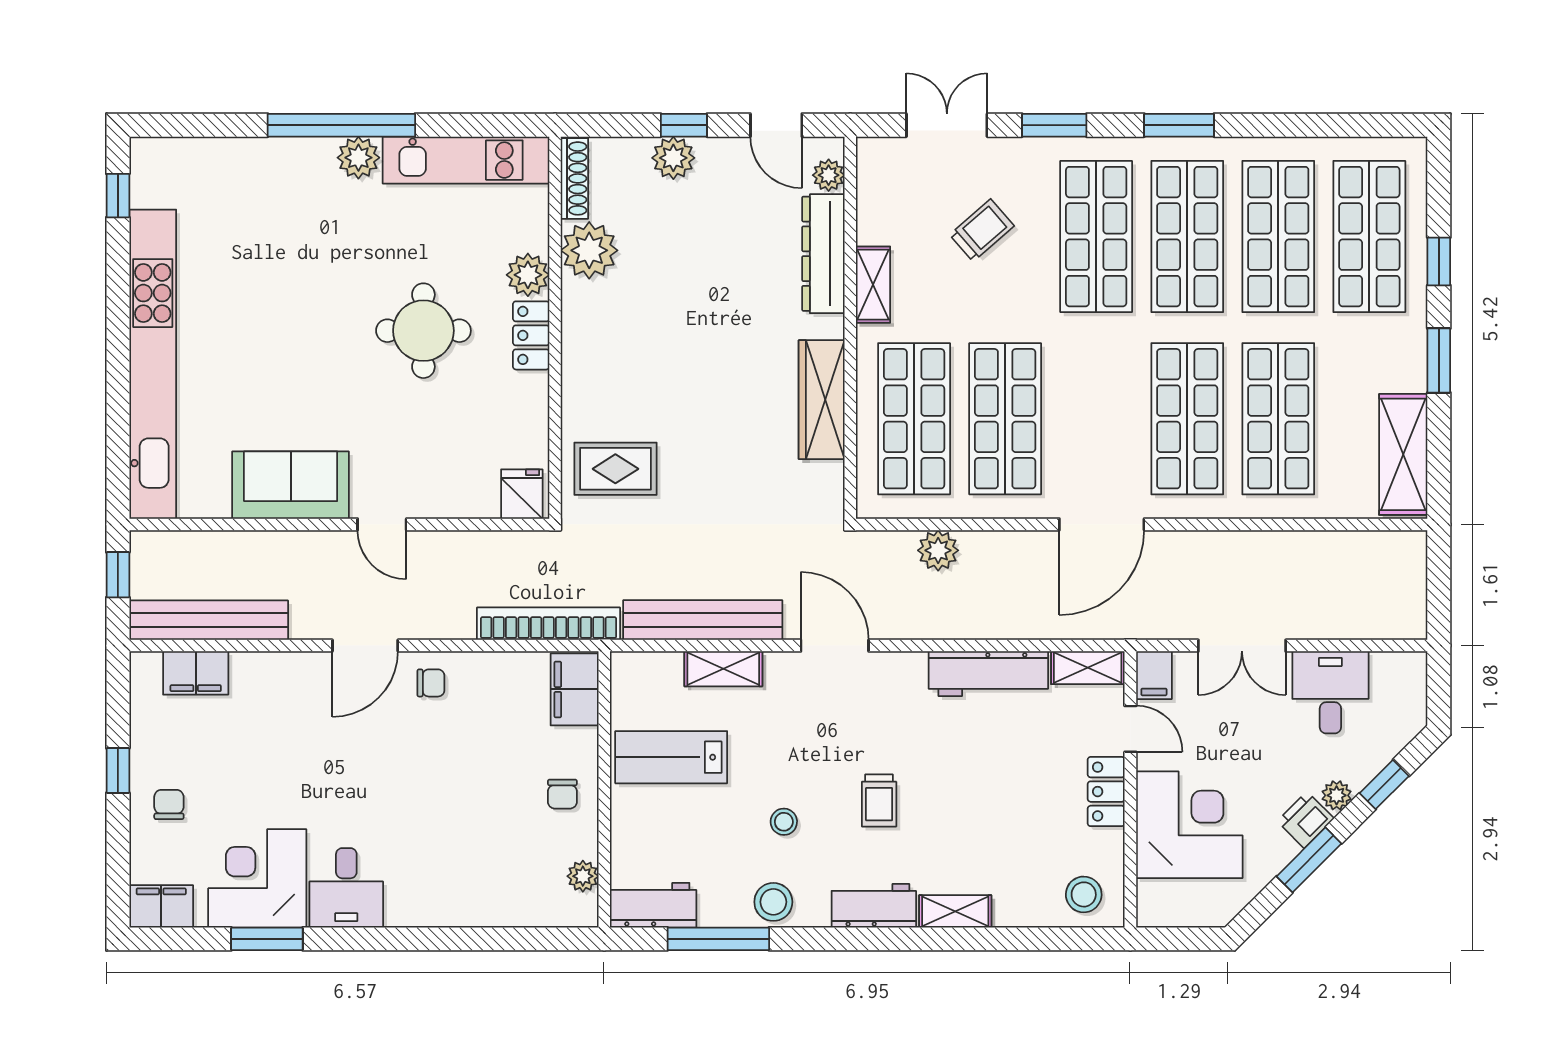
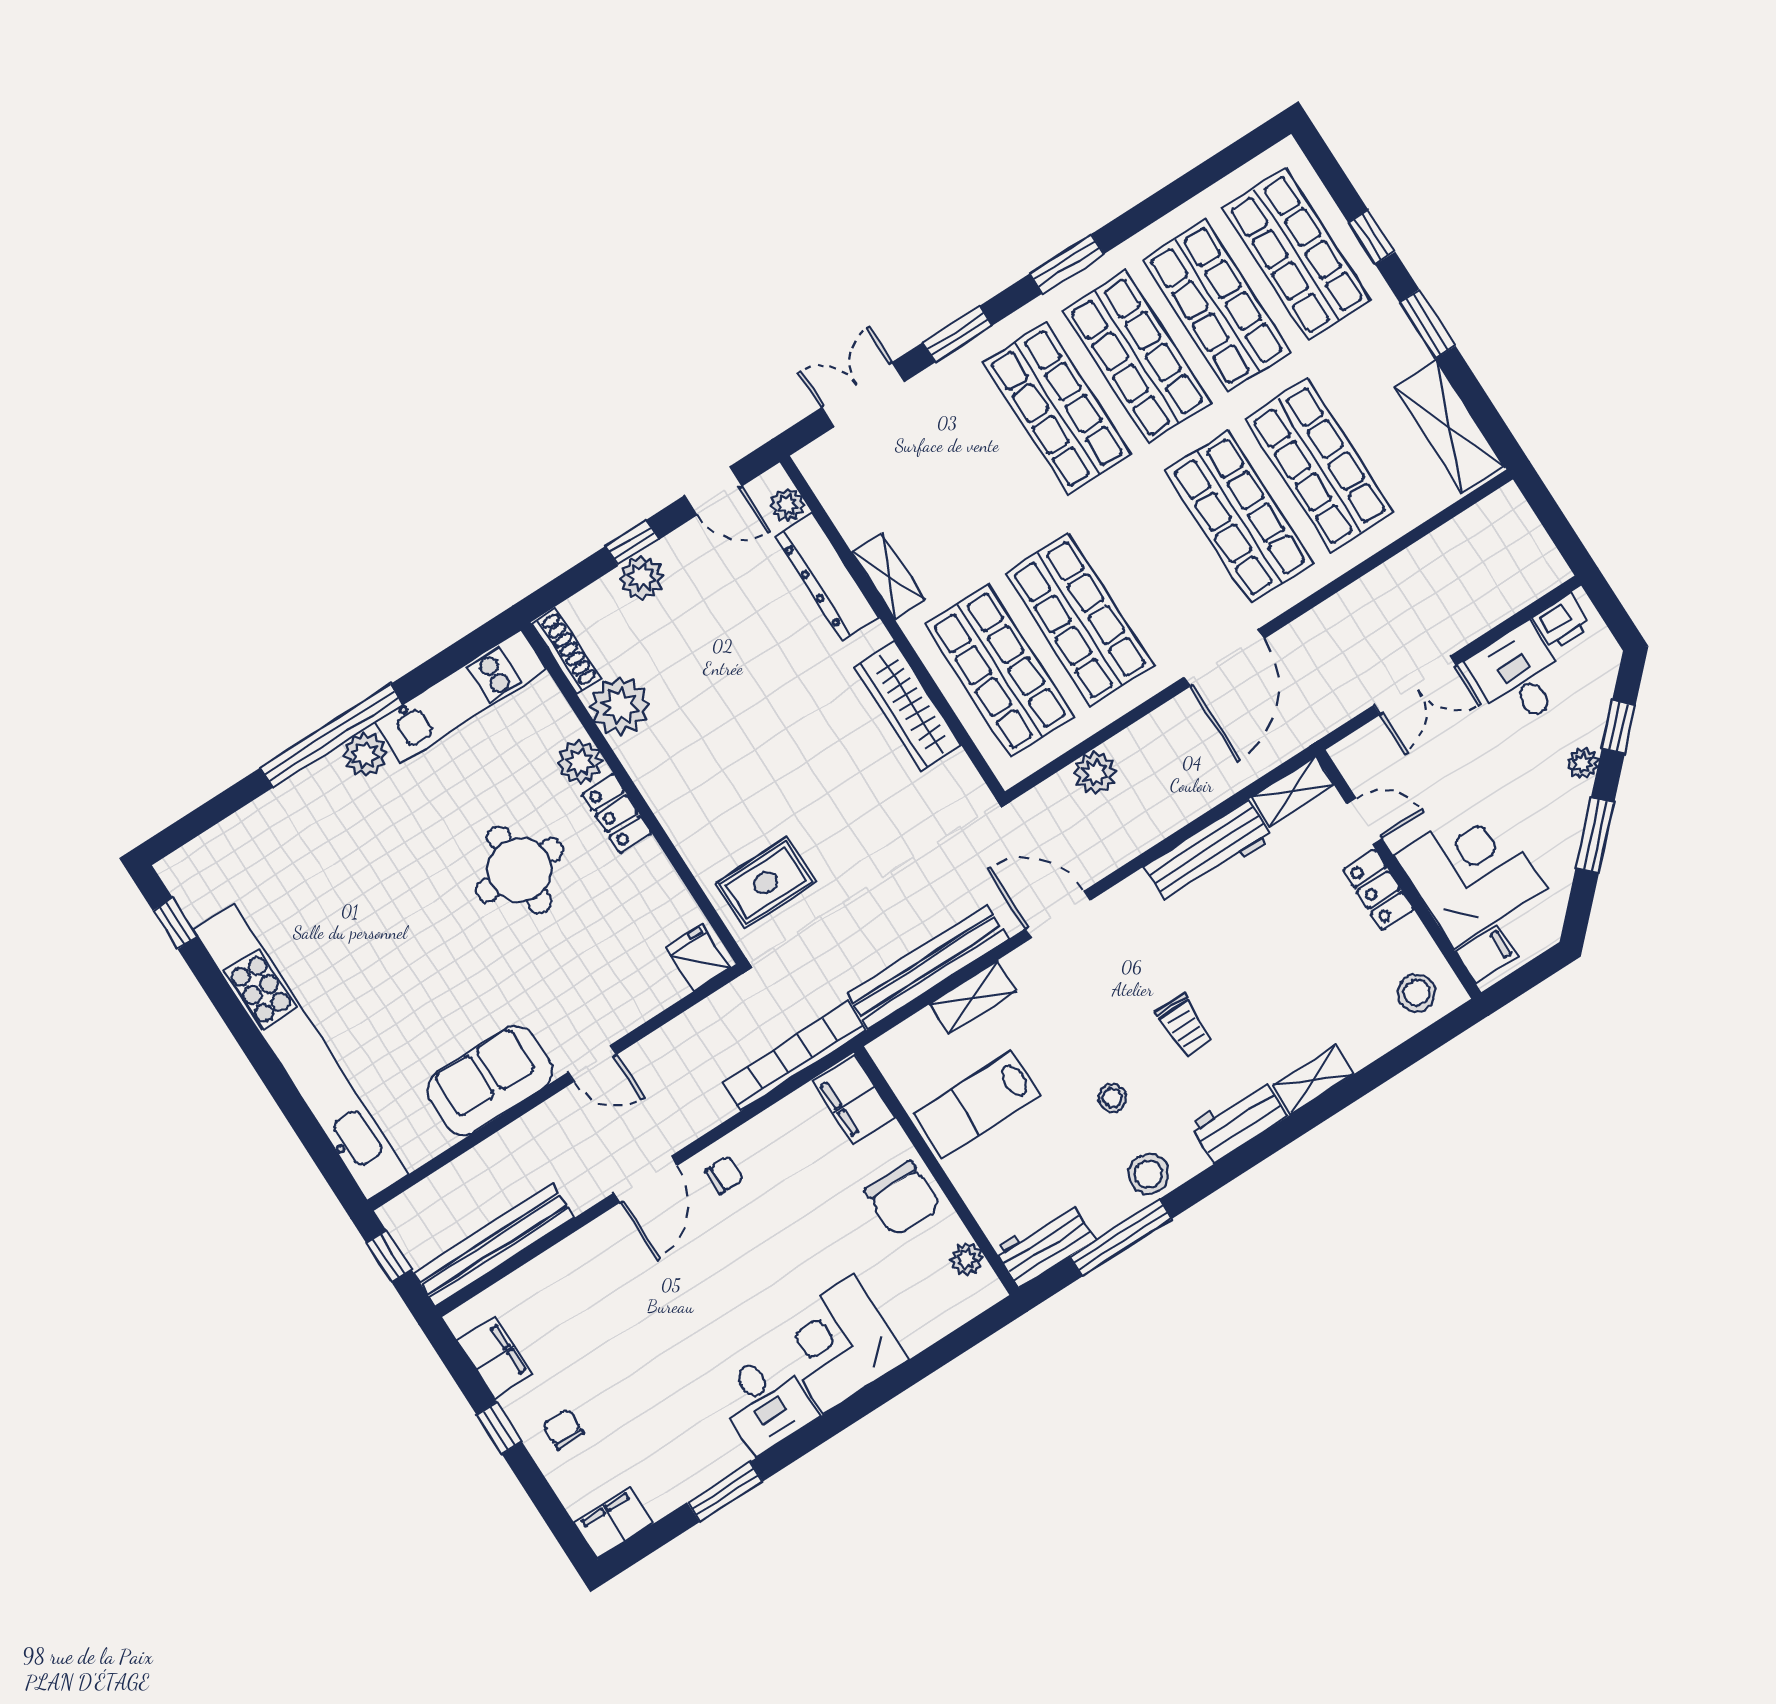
trolley: (982, 230) -> (953, 467), removed
filing cabinet: (196, 673) -> (495, 1358), moved, turned -90
filing cabinet: (1154, 675) -> (1486, 954), moved, turned -90
chair: (562, 794) -> (902, 1198), width x1.87, depth x1.87
printer: (1306, 820) -> (1562, 622), moved, turned -135
corner desk: (257, 878) -> (838, 1344), moved

